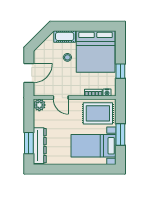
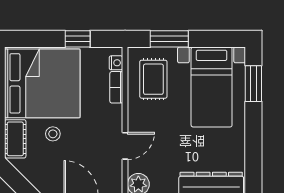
rug: (98, 113) -> (153, 79), width x0.73, depth x0.70
window: (120, 134) -> (169, 39), moved
window: (95, 169) -> (253, 84), added

